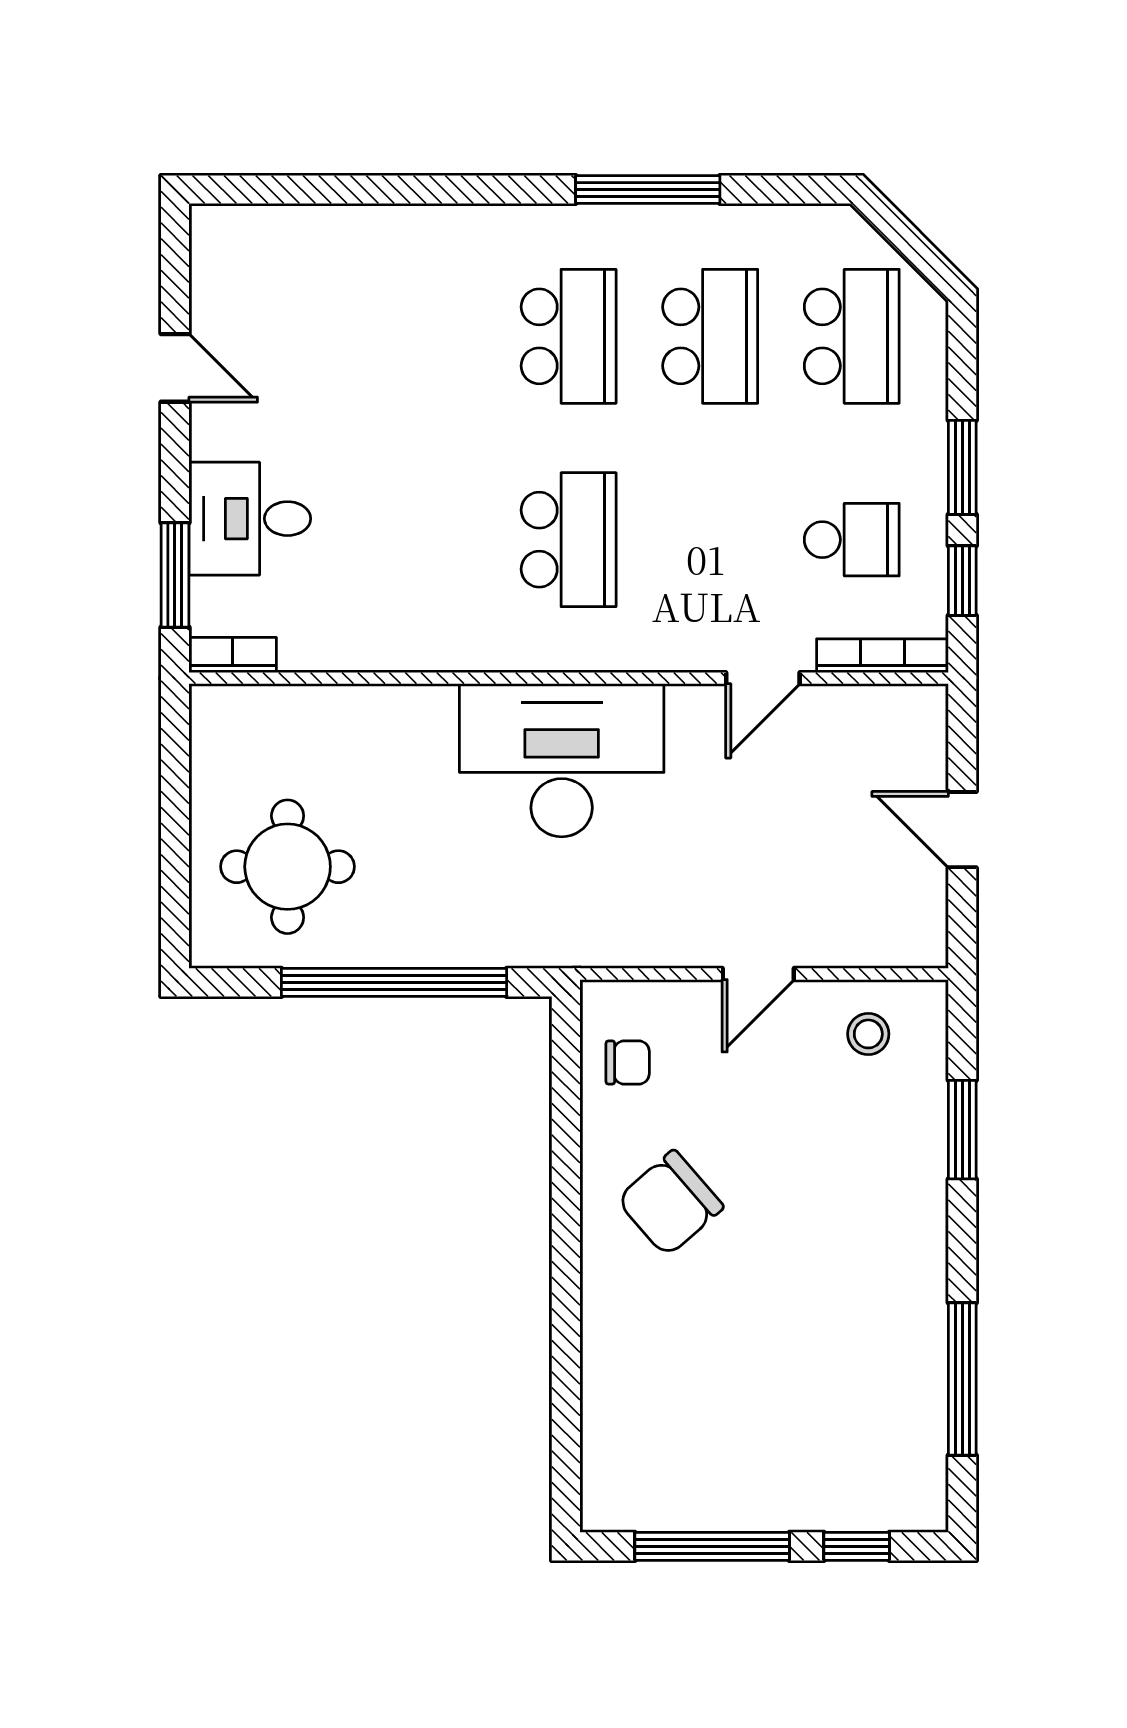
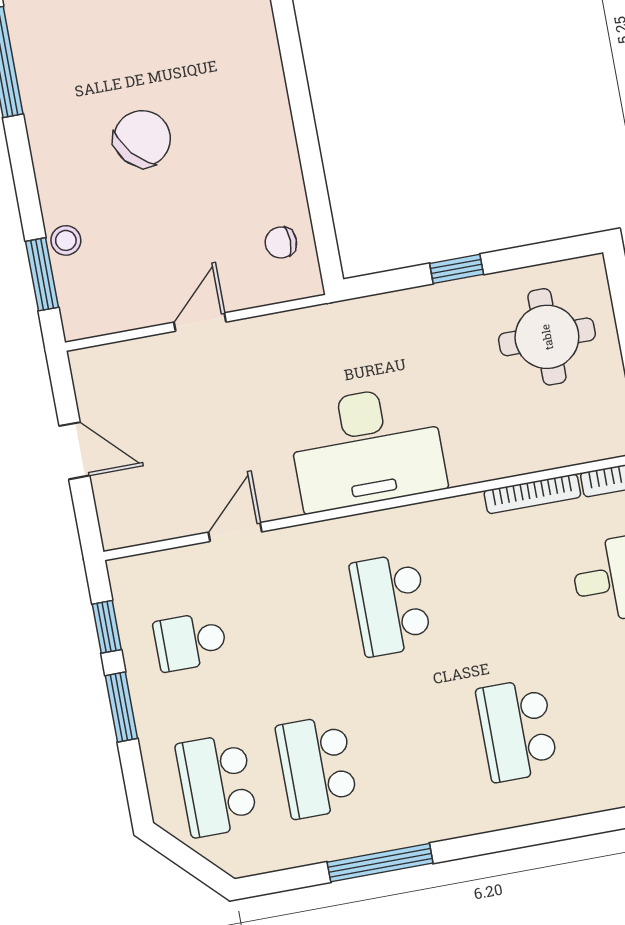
school desk: (569, 336) -> (517, 730), moved
bookcase: (882, 656) -> (532, 494), moved
window: (394, 982) -> (457, 269), width x0.32
stool: (868, 1034) -> (66, 240), moved
window: (962, 1130) -> (42, 274), moved
chair: (670, 1203) -> (142, 139), moved

